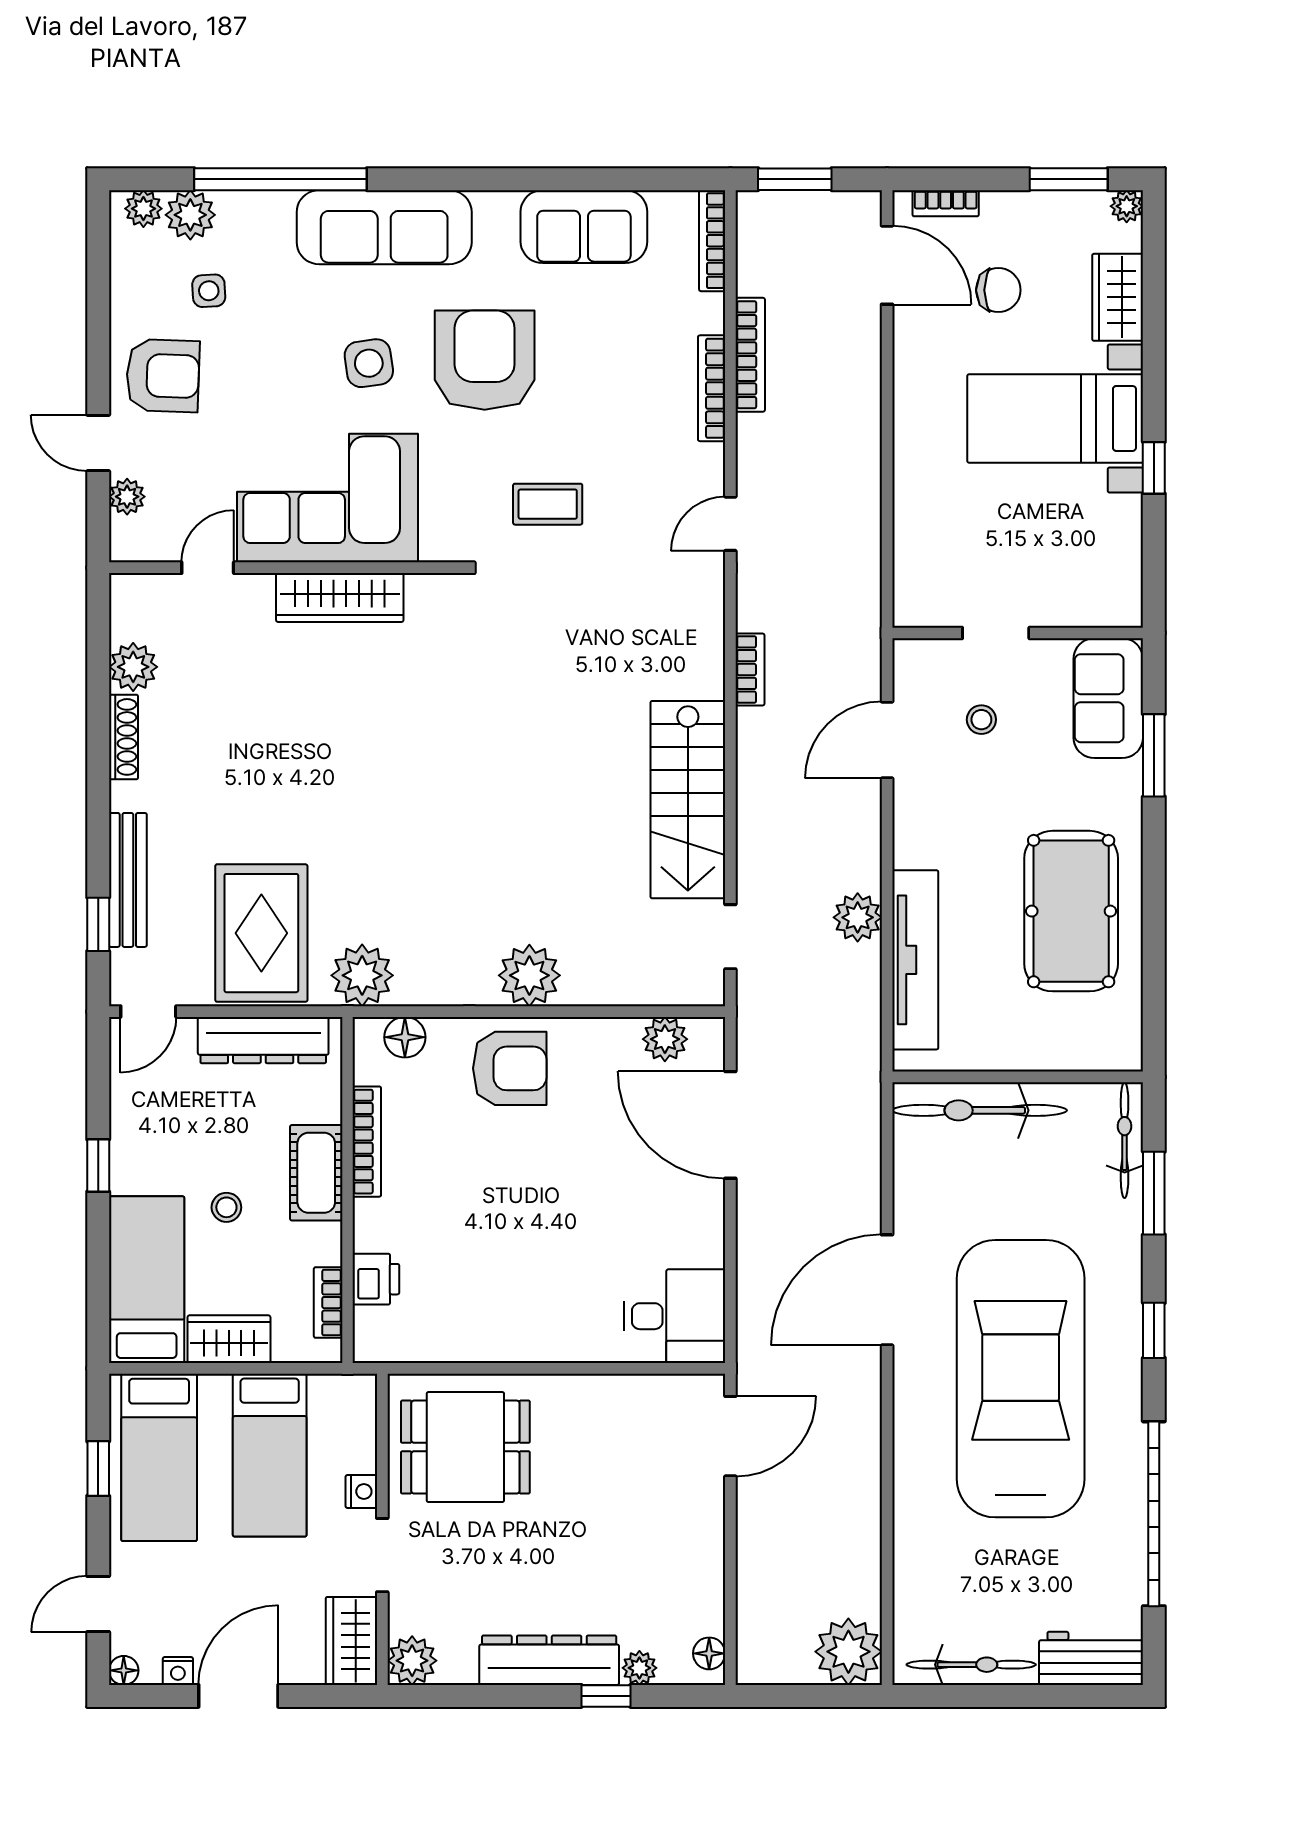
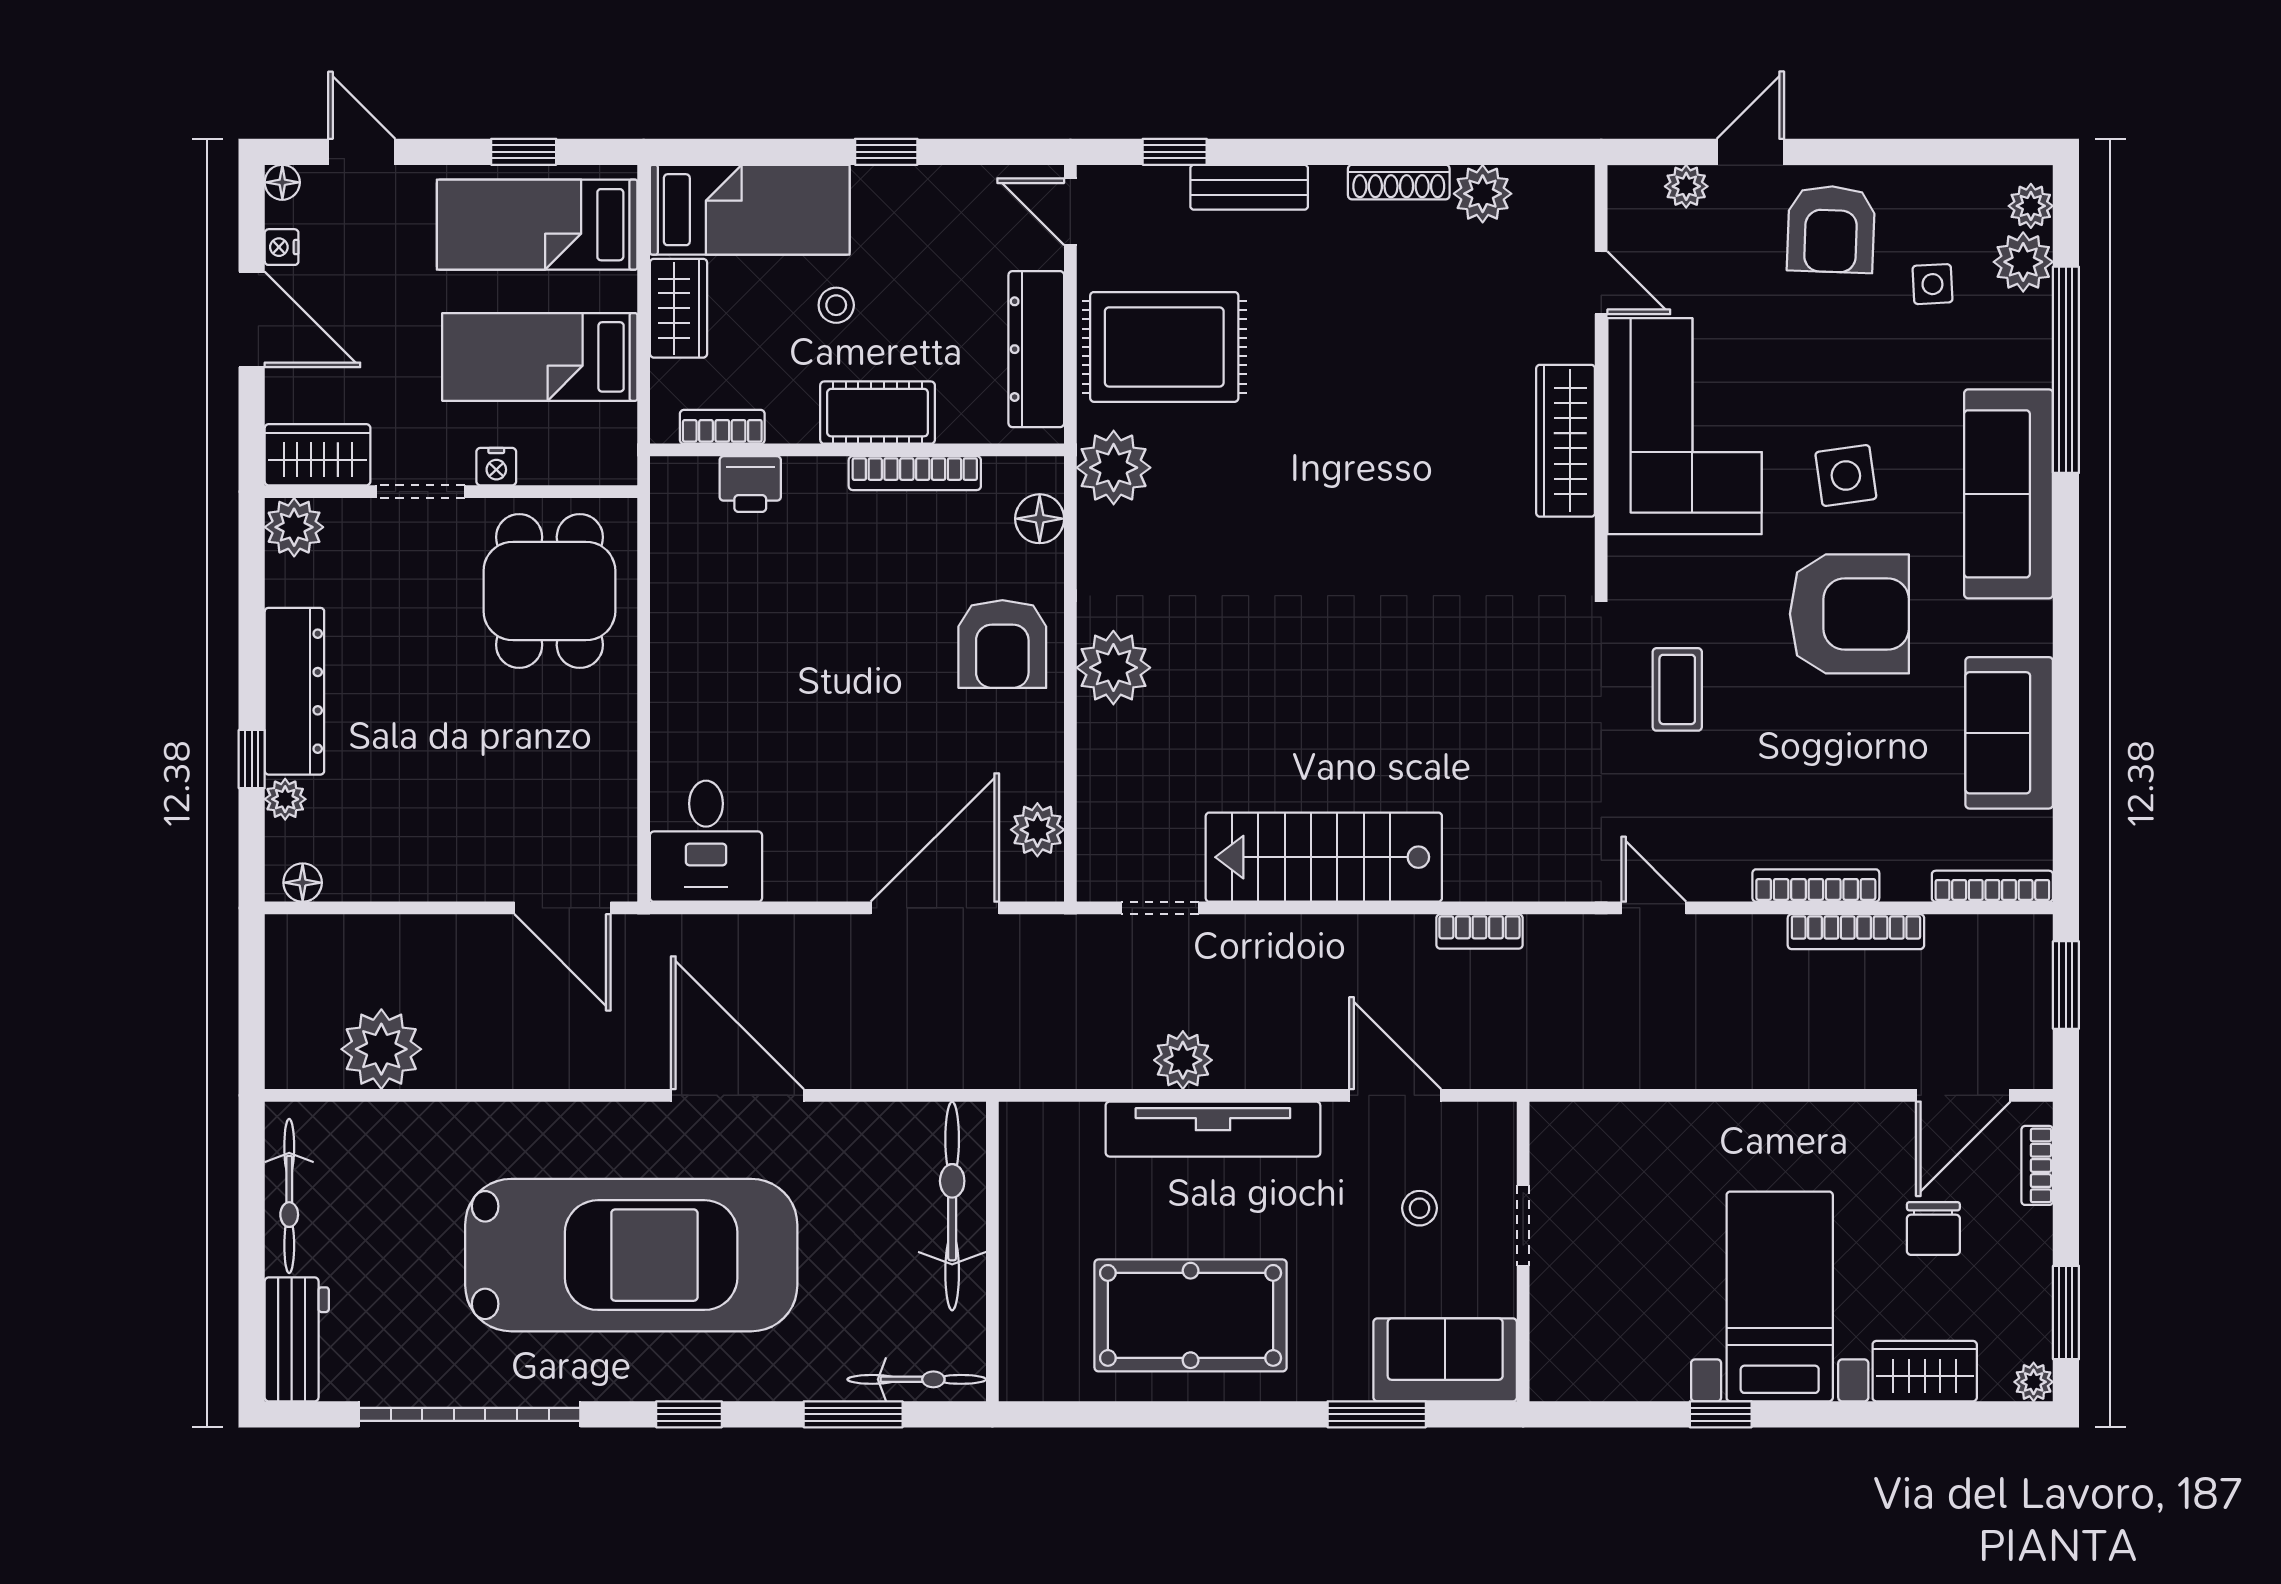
bench: (128, 880) -> (1249, 187), width x0.73
tv unit: (915, 960) -> (1213, 1129), moved
plant: (848, 1652) -> (381, 1049), moved

